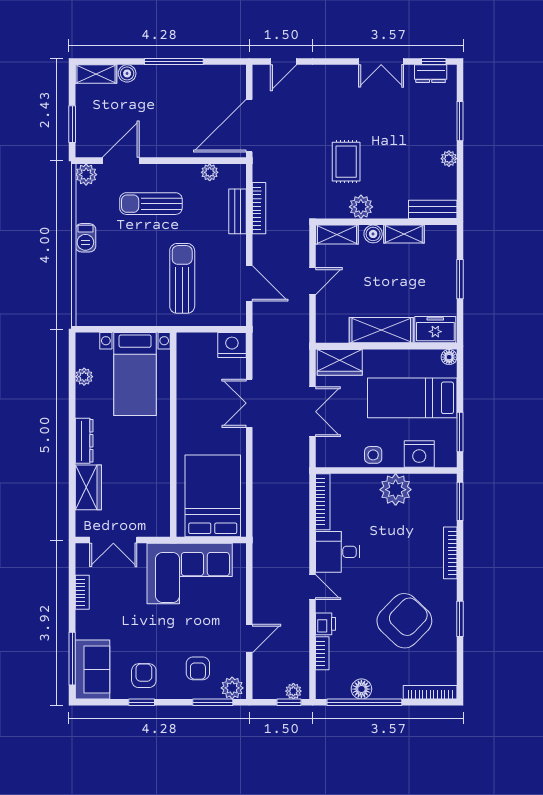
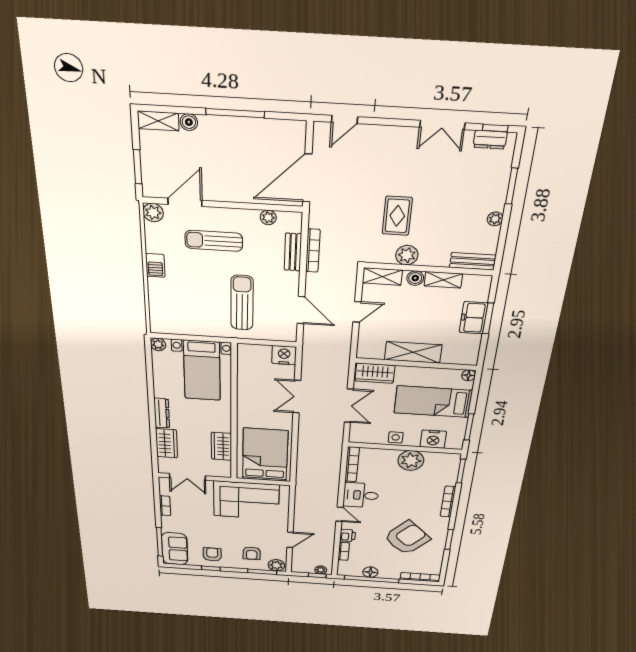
freezer: (435, 330) -> (473, 318), moved, turned -90
plant: (84, 377) -> (158, 344), moved
wardrobe: (158, 487) -> (221, 446), added

